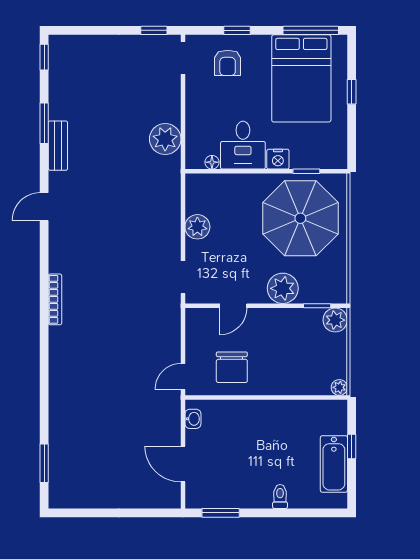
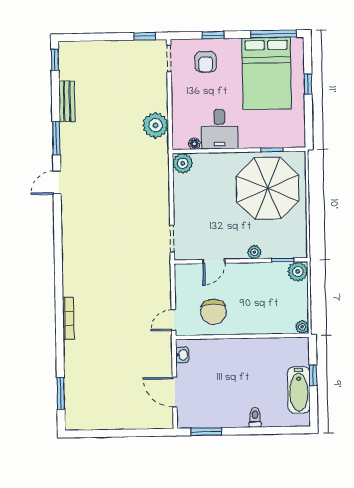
window: (44, 123) -> (56, 138), moved
bench: (58, 146) -> (67, 101), moved
nightstand: (278, 159) -> (248, 140), removed
plant: (197, 227) -> (183, 163), moved
plant: (283, 288) -> (254, 252), width x0.53, depth x0.53
bookcase: (55, 299) -> (68, 318), moved

